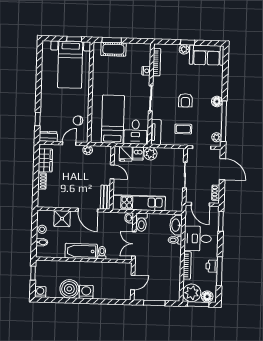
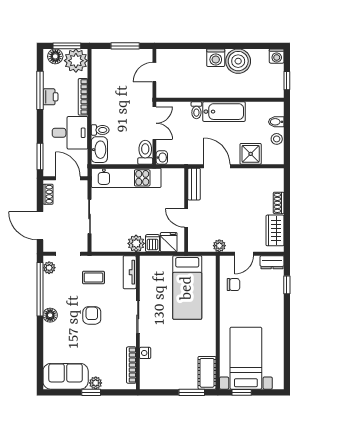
cot: (113, 49) -> (207, 373), moved, turned 90
desk: (135, 132) -> (157, 272), removed
kitchen unit: (139, 203) -> (126, 178), moved

